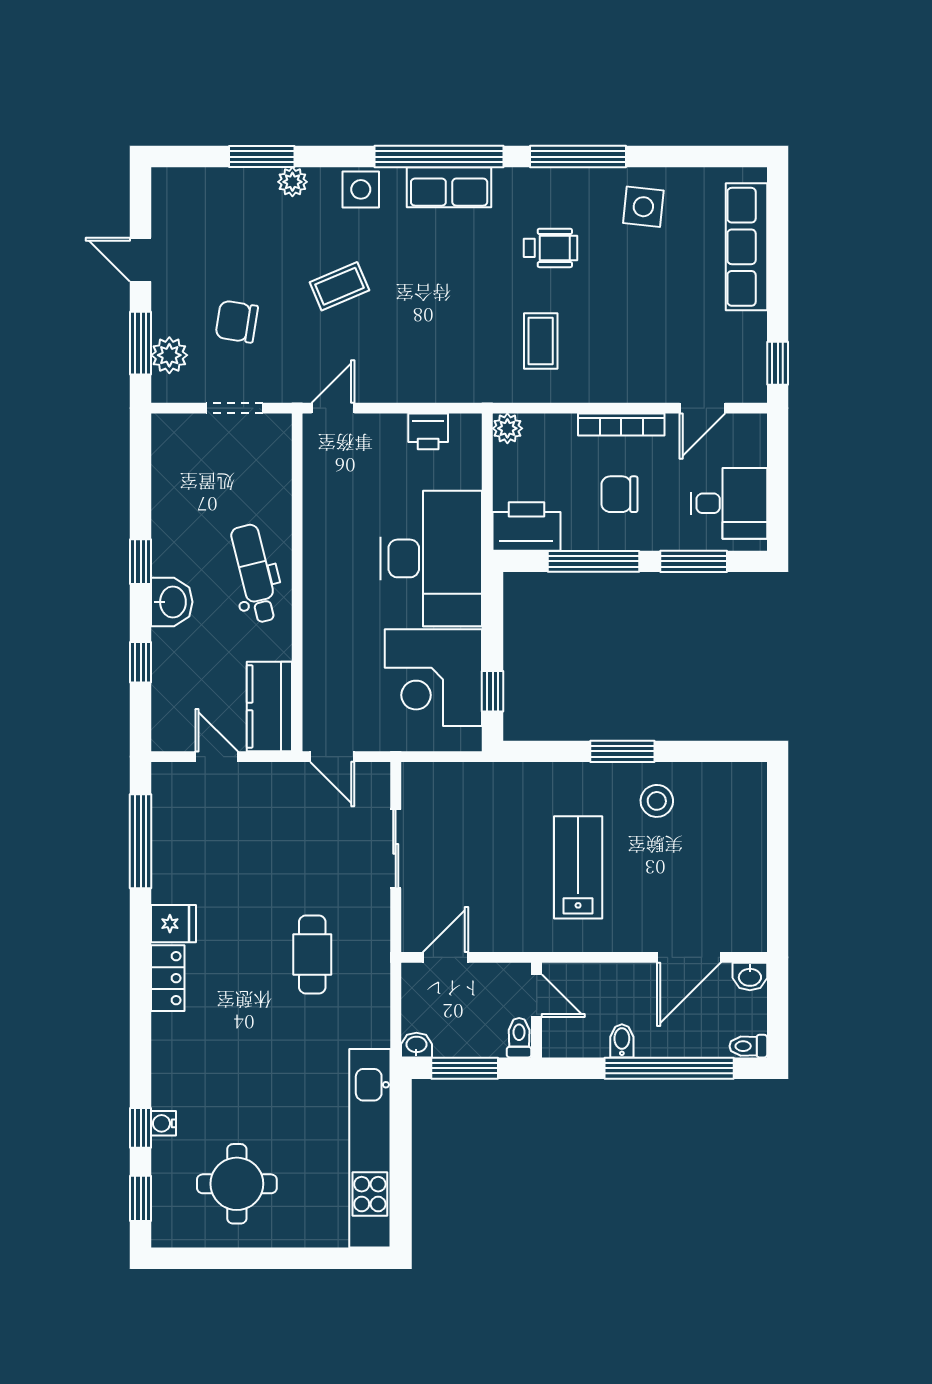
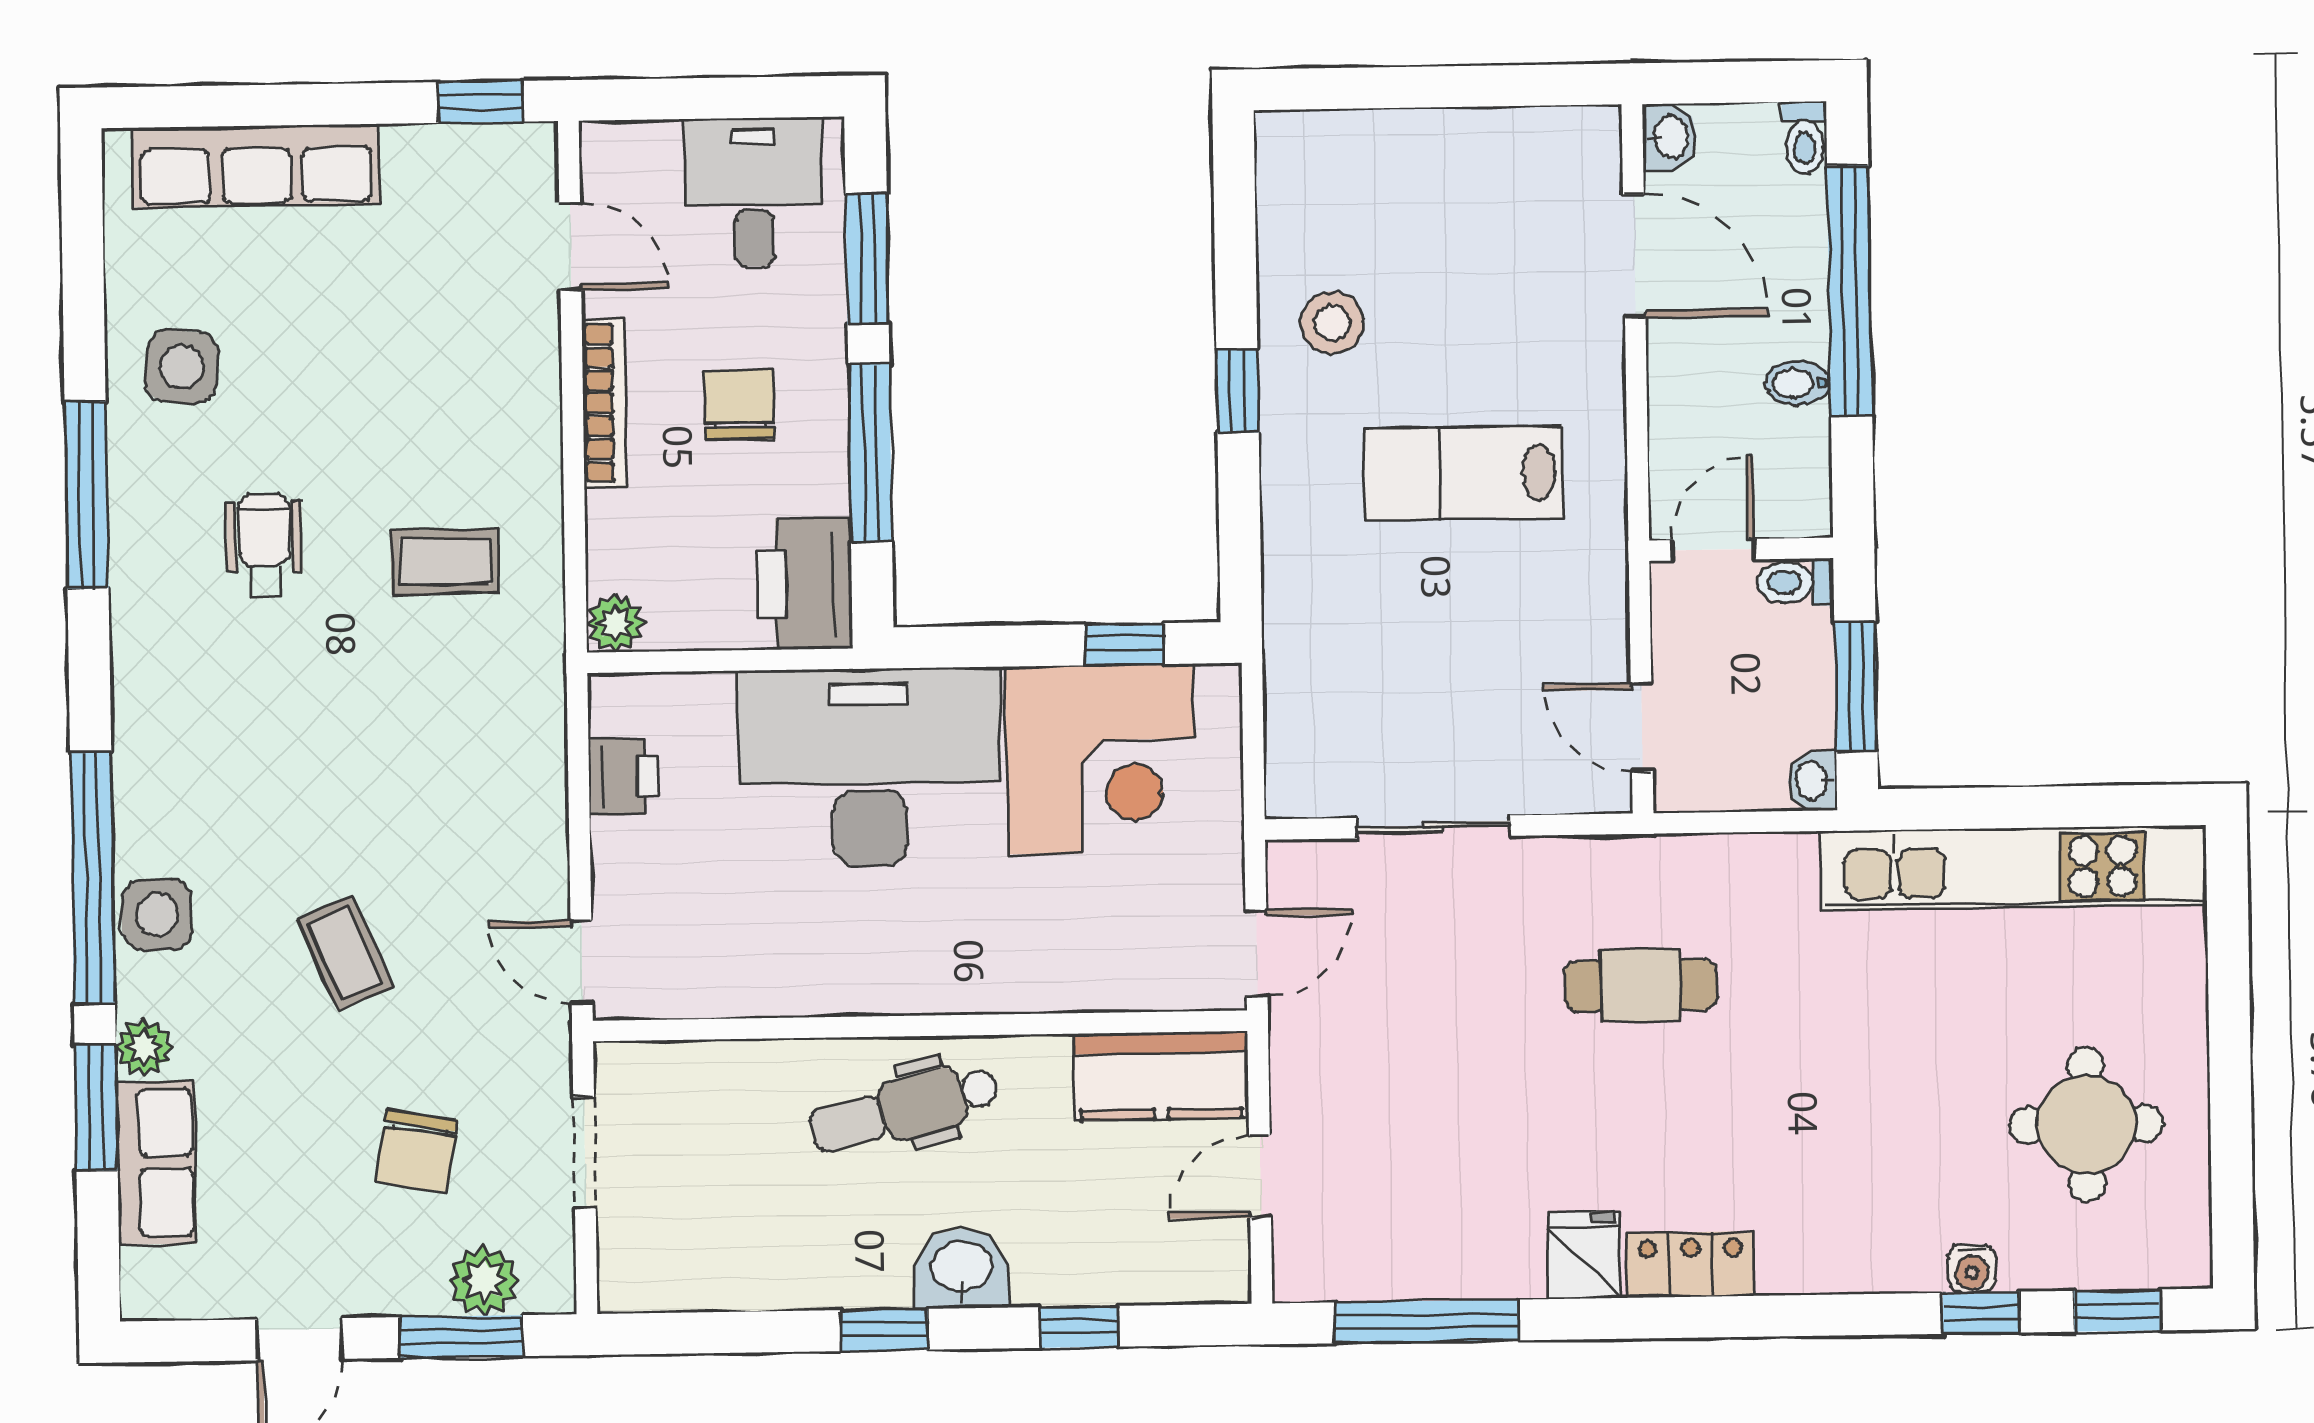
window: (439, 157) -> (93, 878), moved
row of seats: (449, 187) -> (157, 1163), moved
chair: (619, 494) -> (739, 404), turned 180
window: (622, 751) -> (1237, 391), width x0.67

